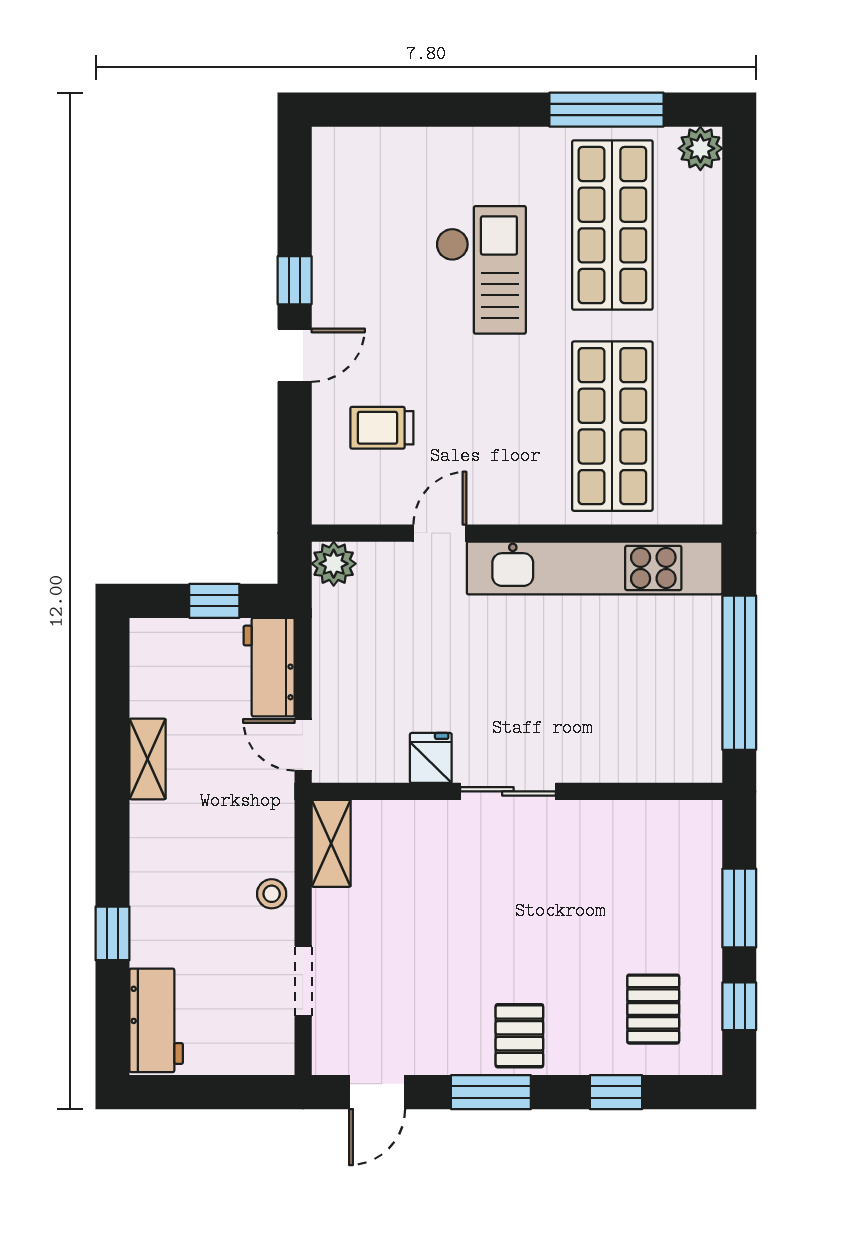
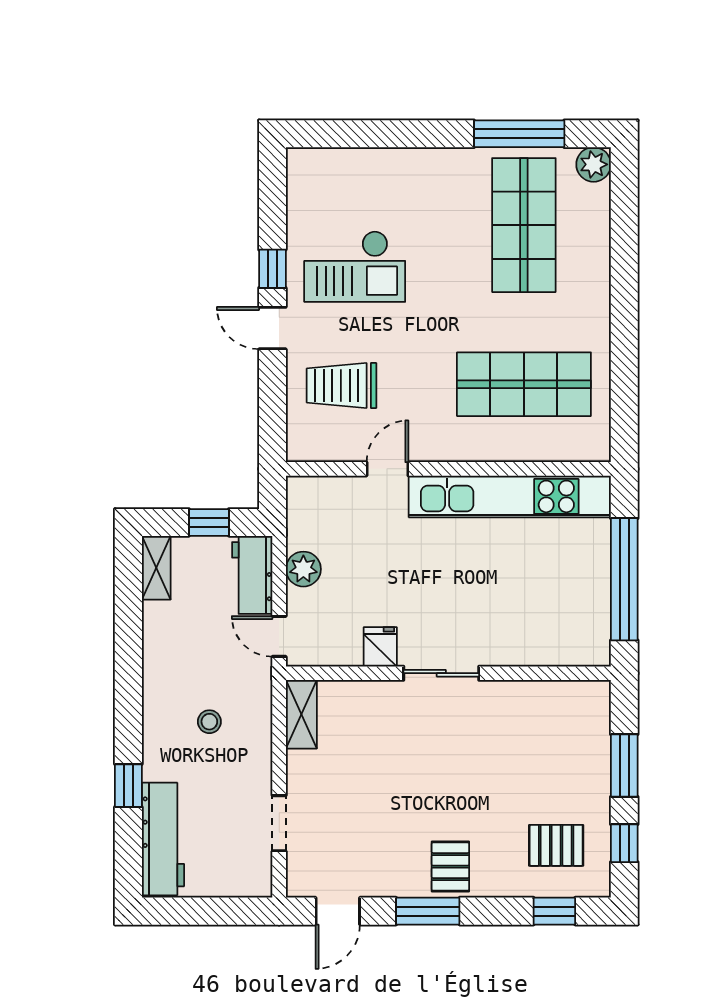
checkout: (481, 270) -> (355, 266), moved, turned 90
door: (295, 355) -> (272, 328), swing flipped
shop shelf: (612, 426) -> (524, 384), turned 90
trolley: (382, 428) -> (342, 386), width x1.36, depth x1.39
plant: (334, 564) -> (303, 569), moved
shelving: (148, 759) -> (156, 568), moved
stool: (272, 894) -> (209, 722), moved
pallet: (653, 1009) -> (556, 845), turned 90
workbench: (156, 1020) -> (163, 839), width x1.37
window: (616, 1092) -> (554, 911), moved

